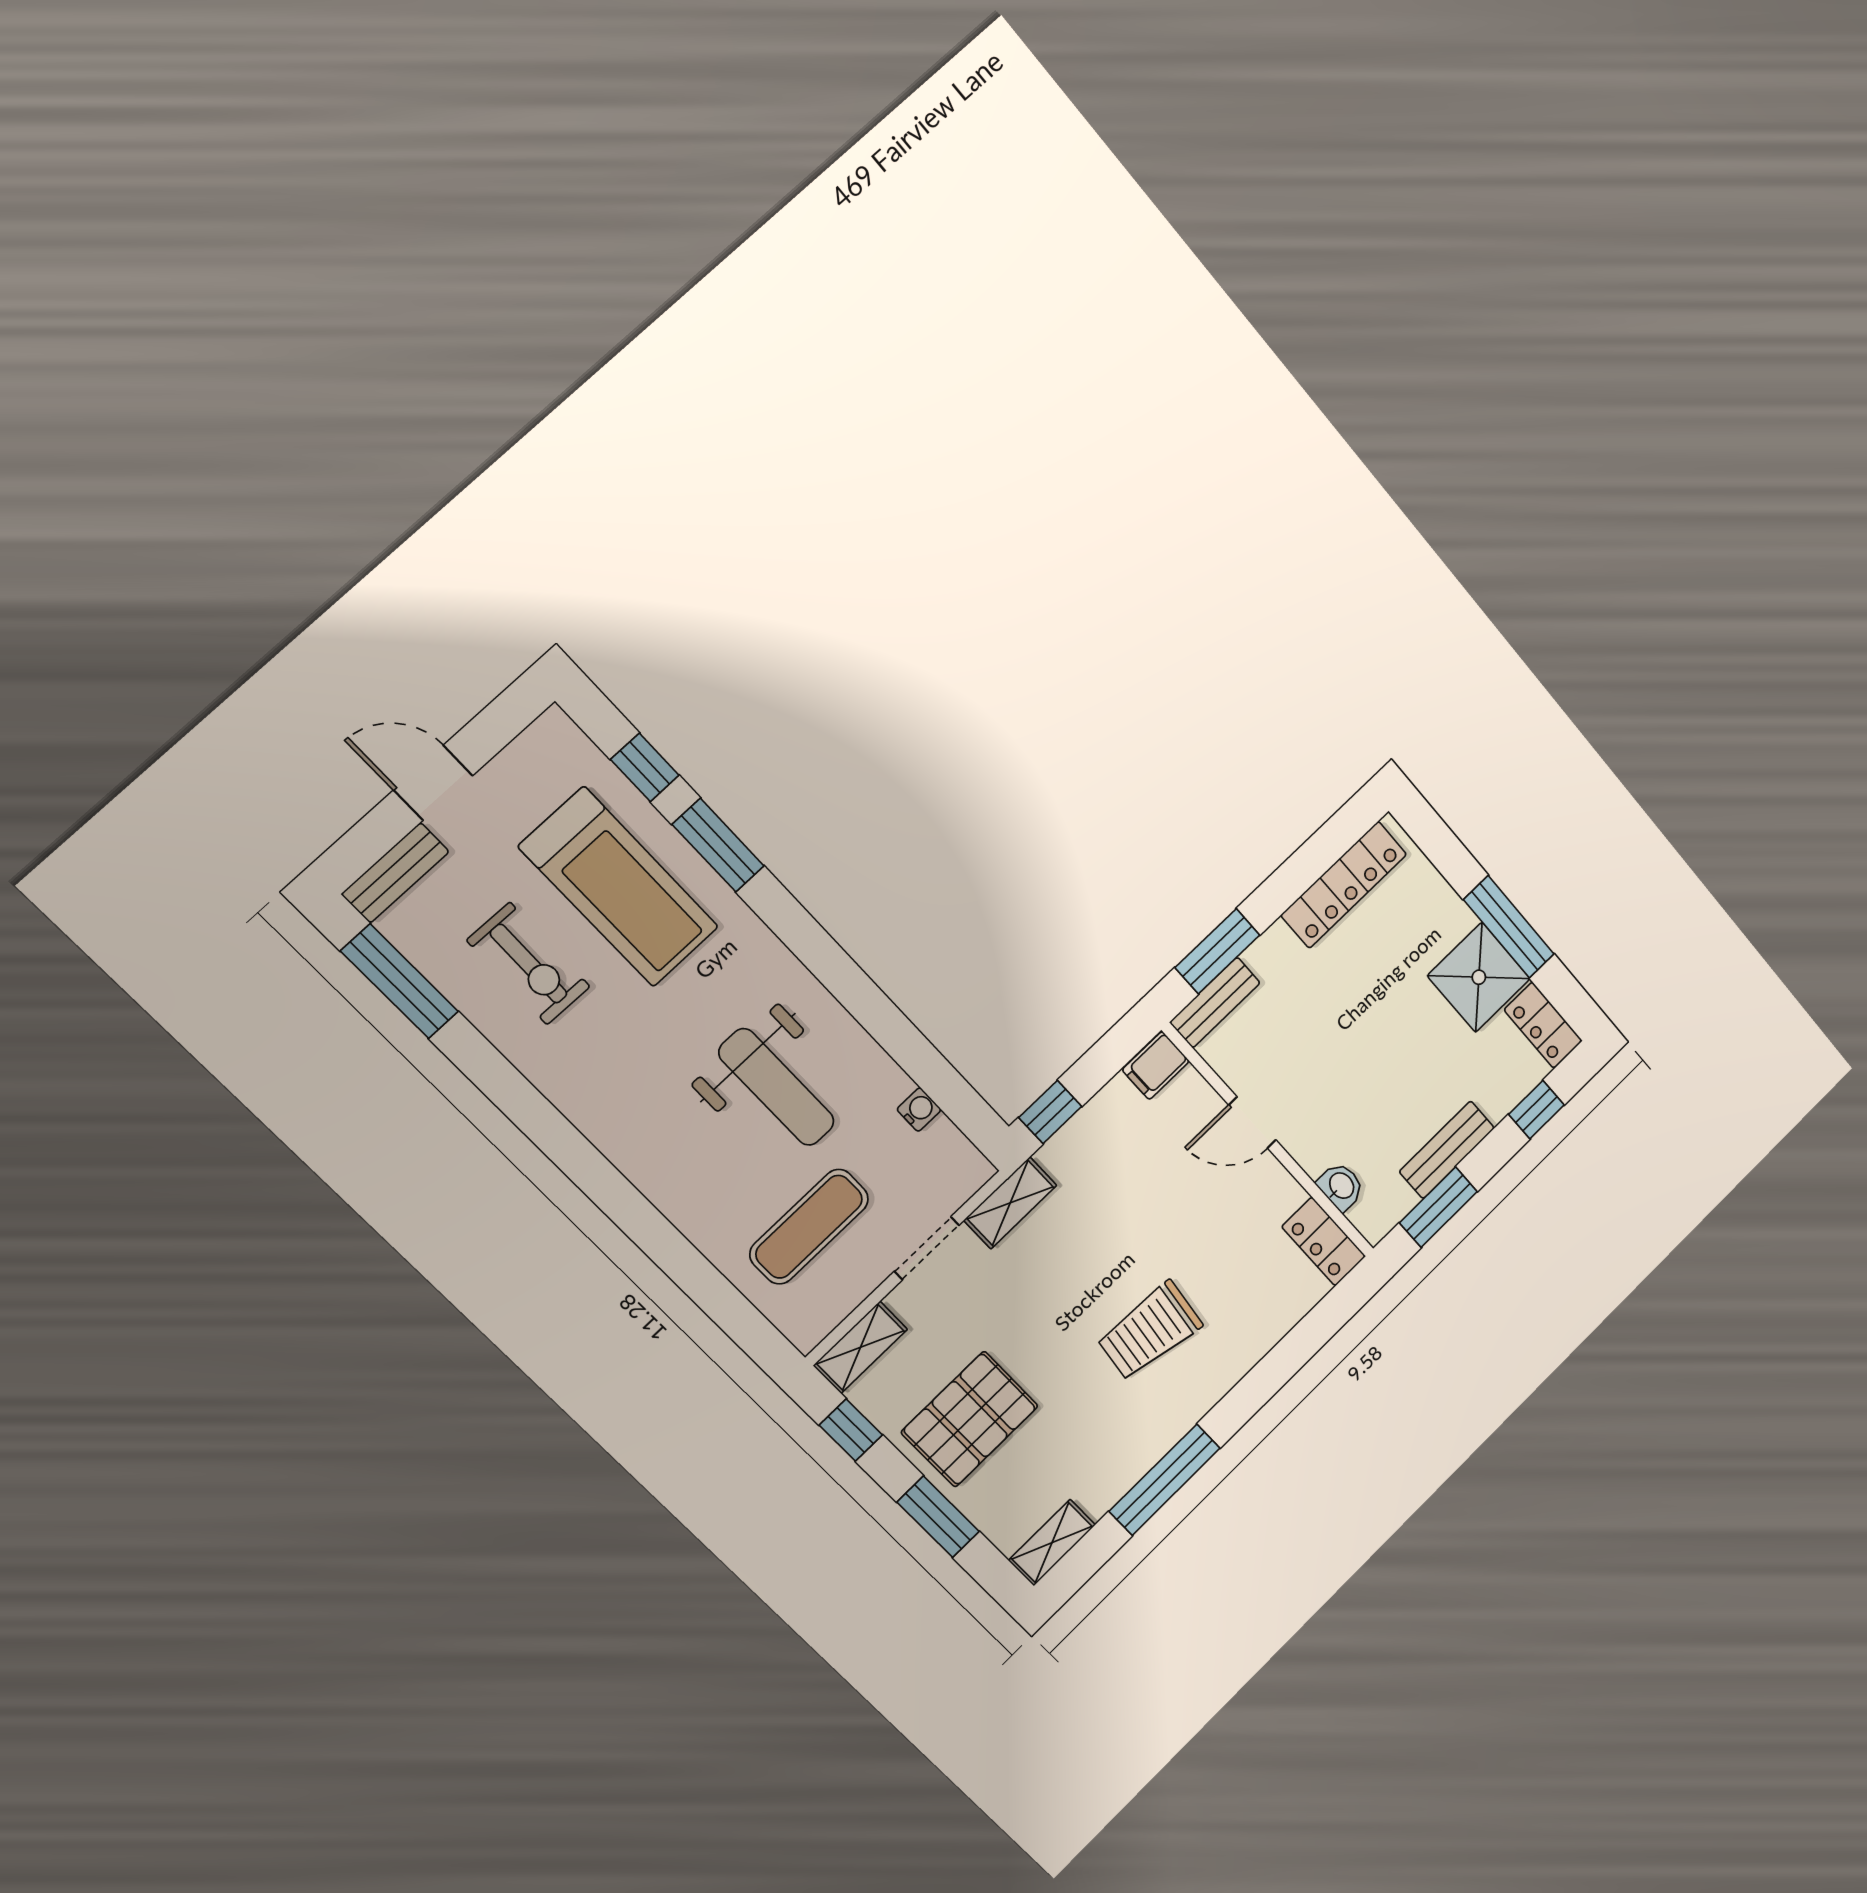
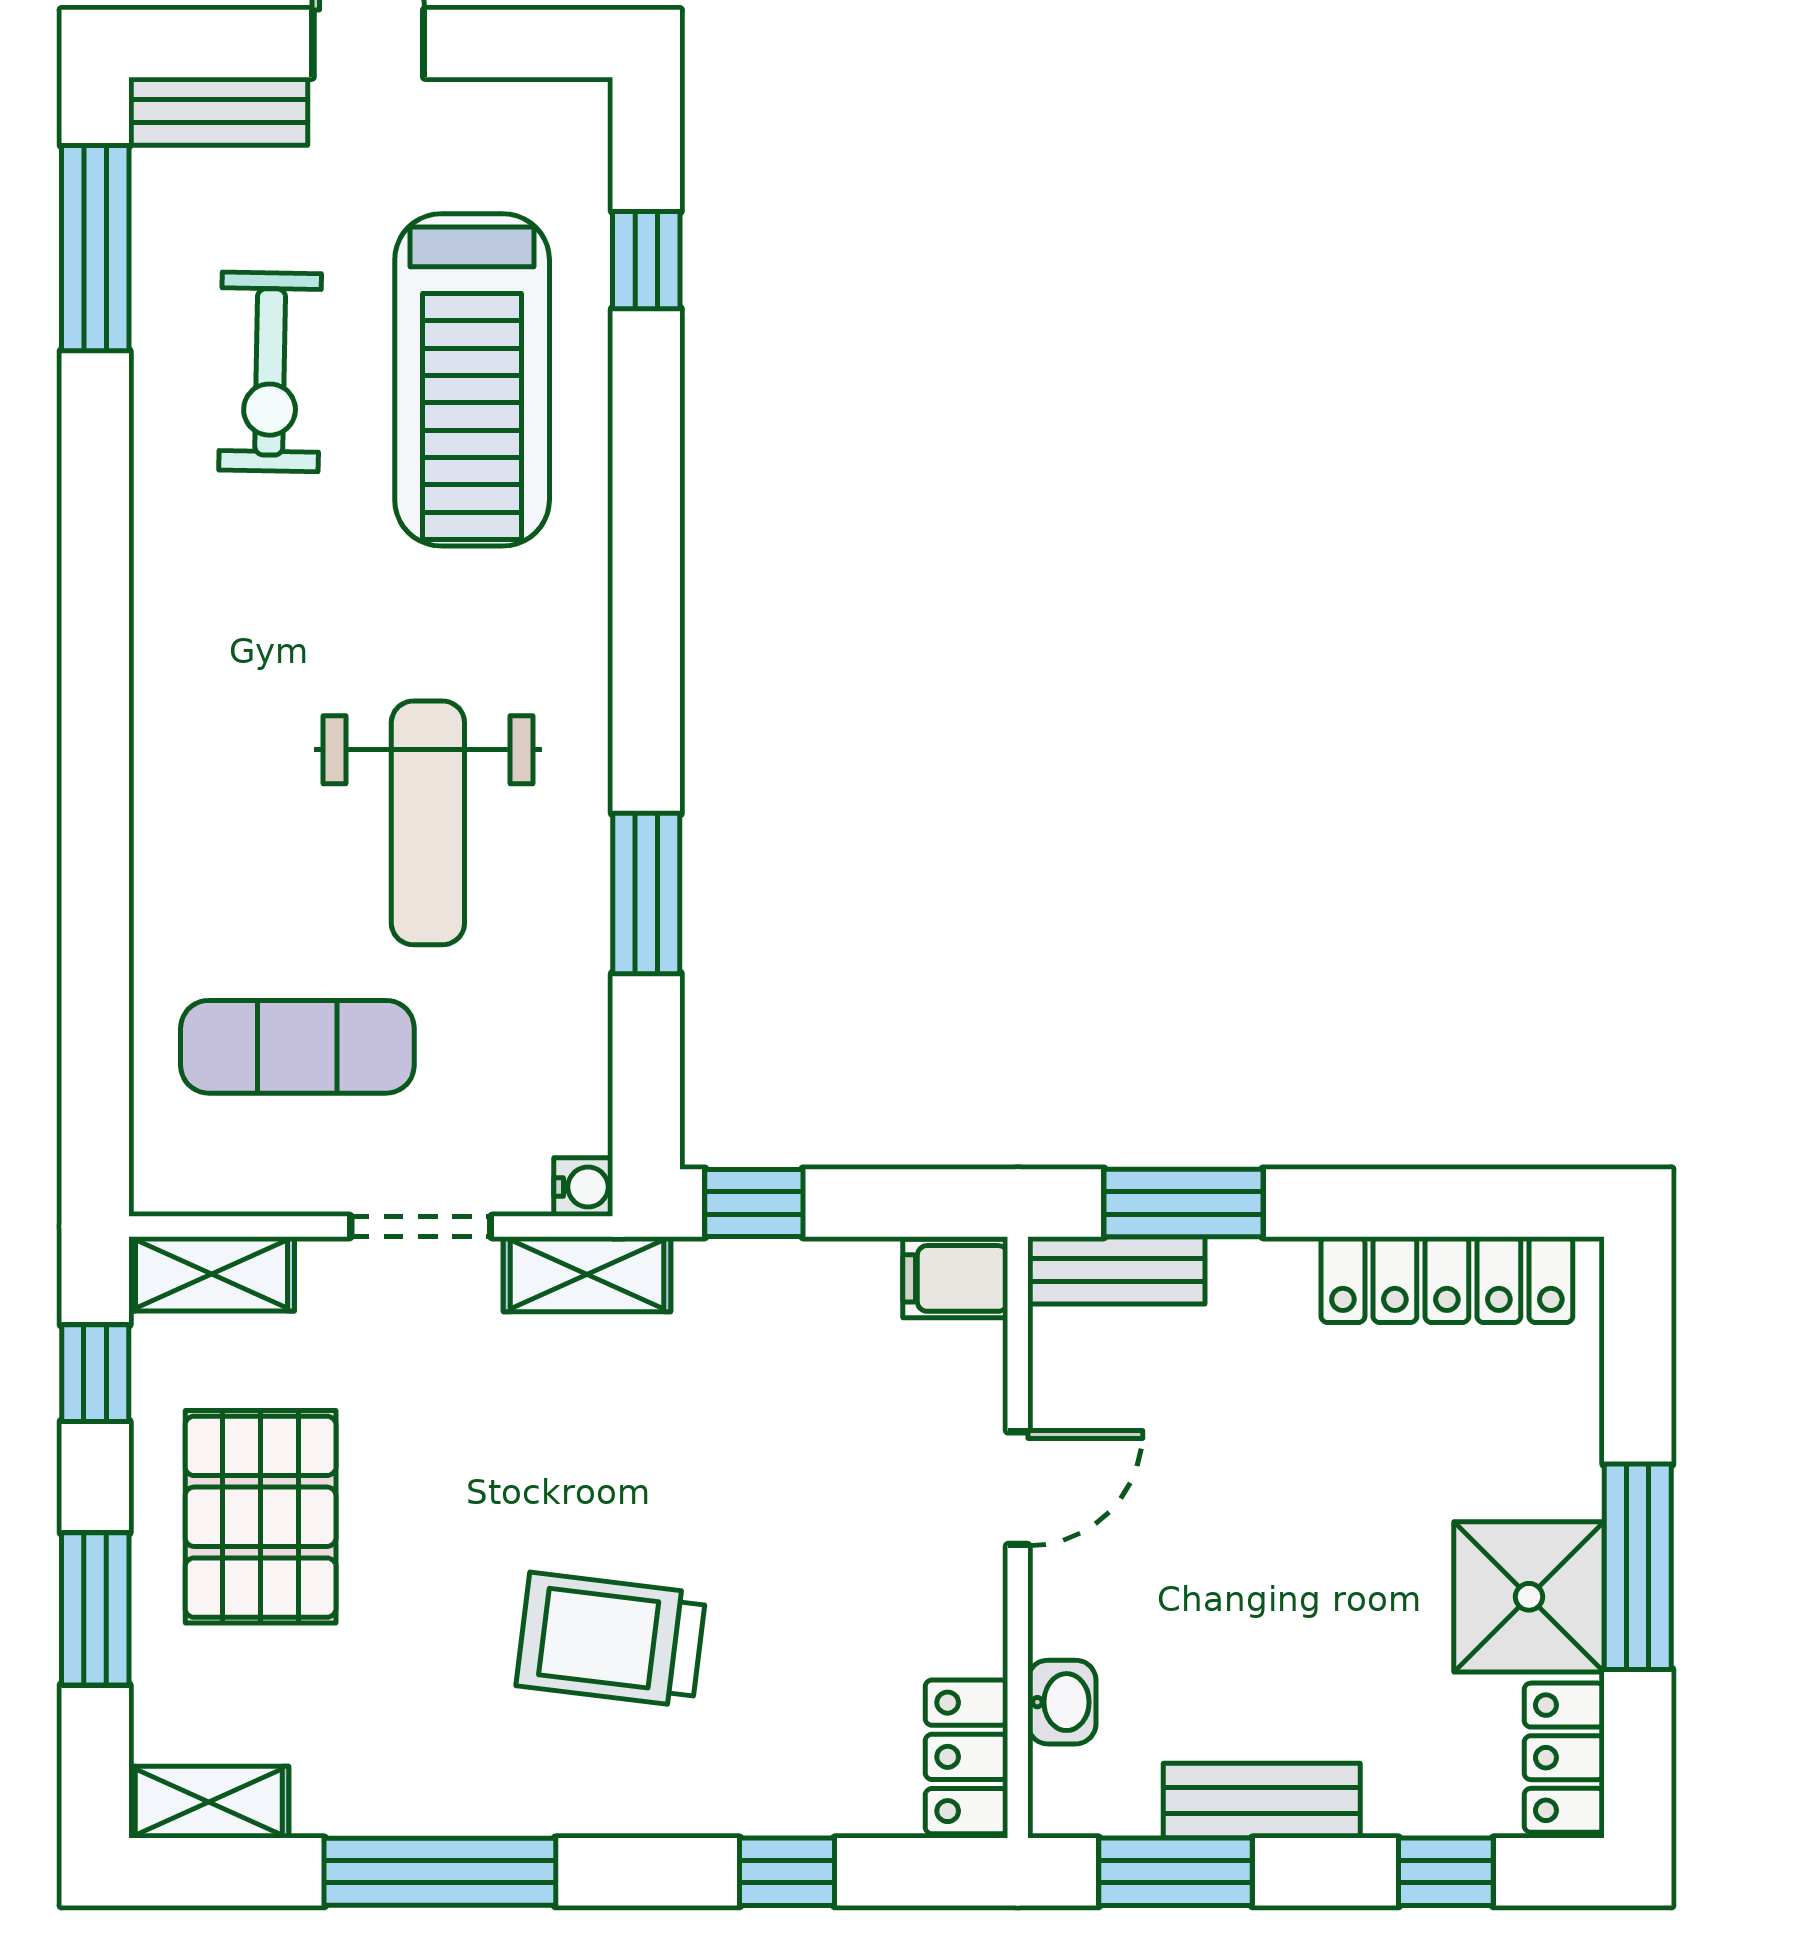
window: (718, 845) -> (646, 894), moved
water cooler: (919, 1110) -> (583, 1187), moved
door: (1252, 1123) -> (1018, 1488), swing flipped
window: (1295, 1350) -> (787, 1872), added
pallet: (970, 1419) -> (261, 1517), turned 90

